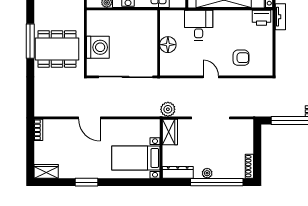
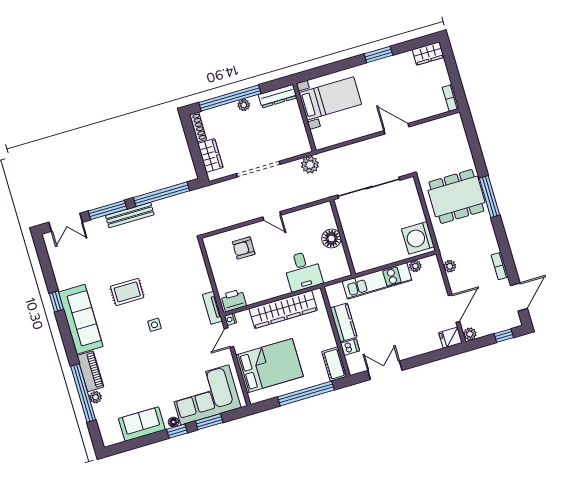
washing machine: (98, 47) -> (418, 238), moved
wardrobe: (170, 132) -> (210, 156), moved, turned 180

